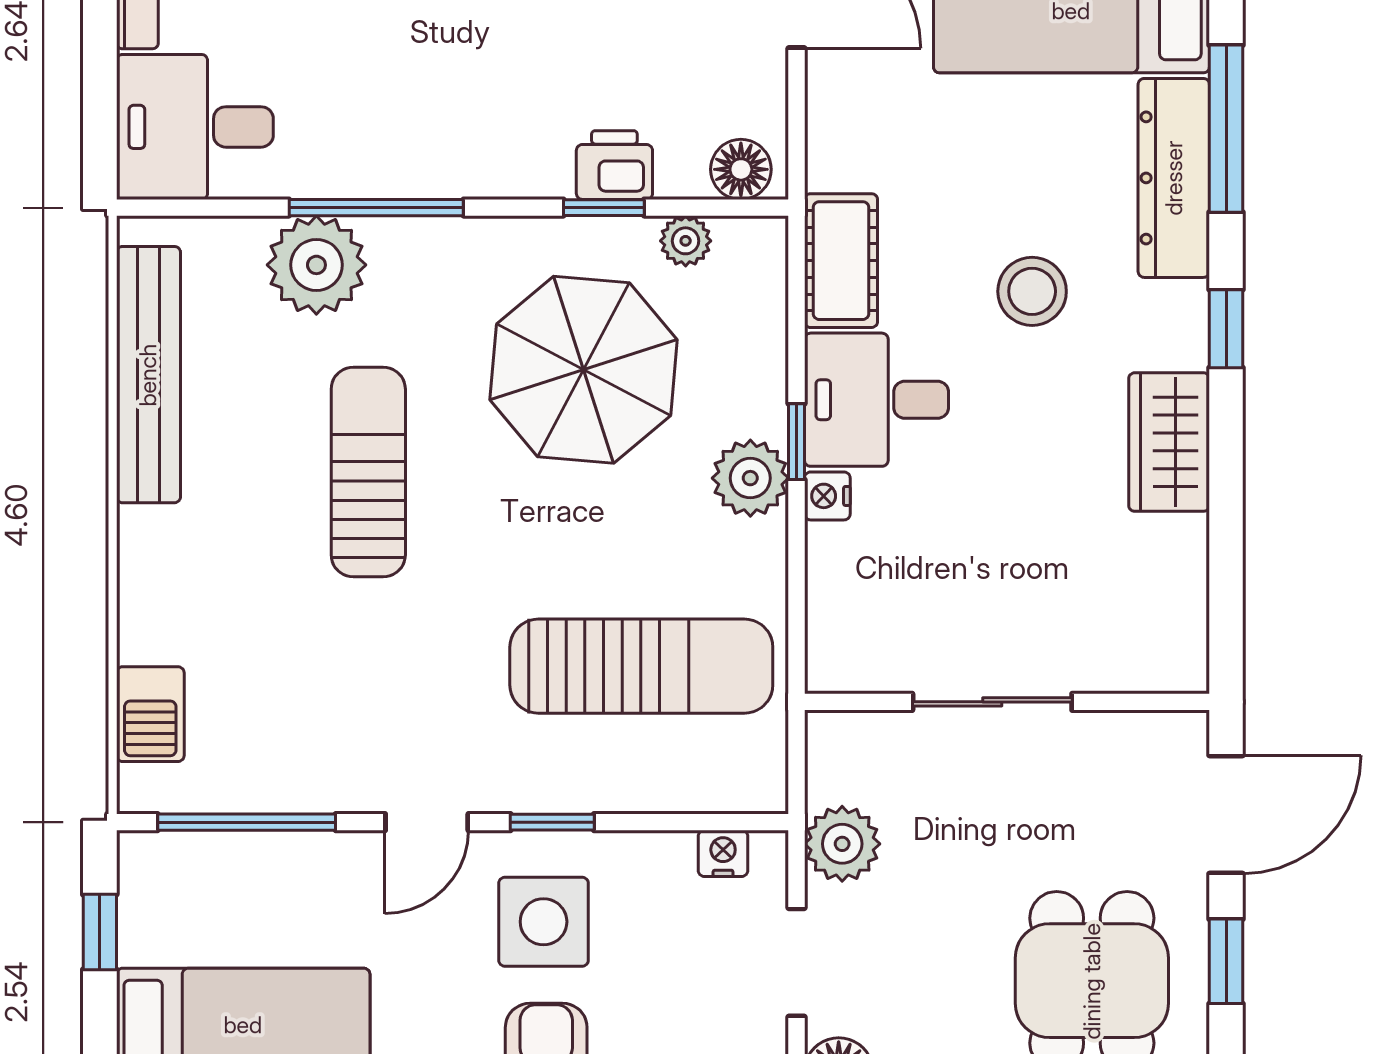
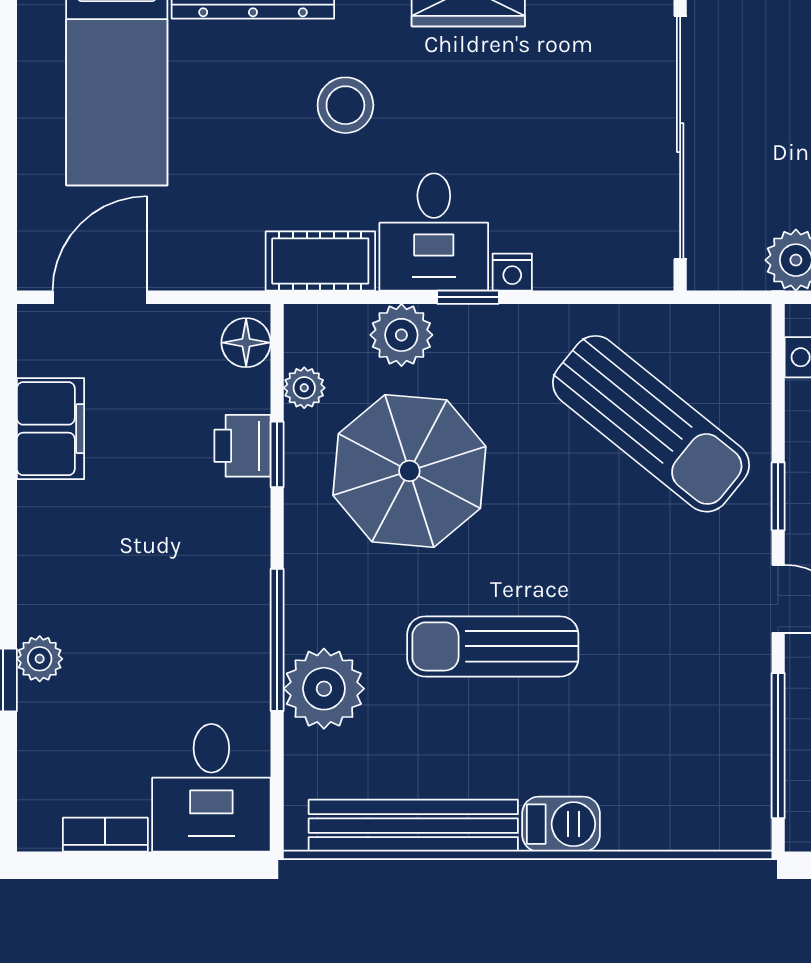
plant: (750, 478) -> (401, 335), moved
sun lounger: (641, 666) -> (651, 424), turned 129
sliding door: (992, 702) -> (680, 138), width x1.86
barbecue: (150, 714) -> (561, 824), moved

